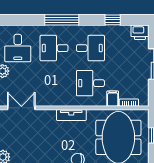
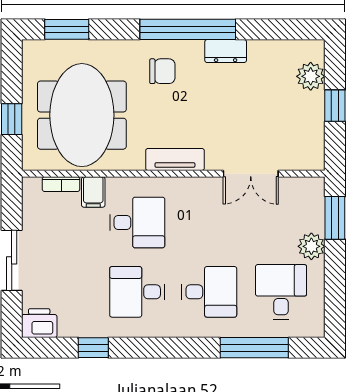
window: (62, 20) -> (254, 348), moved
double door: (21, 108) -> (251, 174), moved

